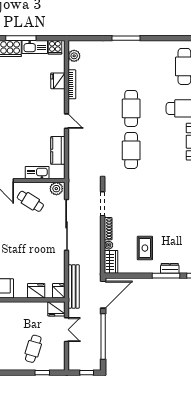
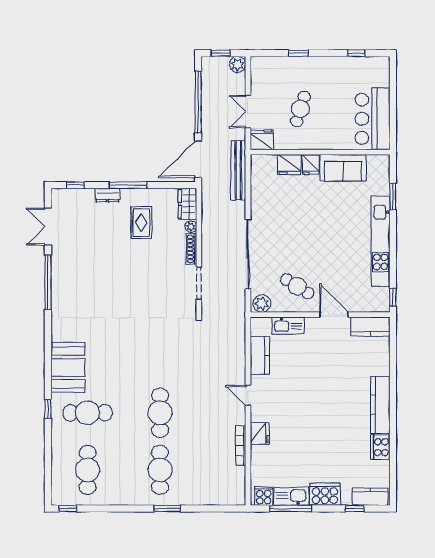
window: (21, 38) -> (291, 509), moved
window: (126, 38) -> (167, 509), width x0.69
plant: (74, 56) -> (238, 64), moved
fridge: (58, 81) -> (260, 433), moved
cafe table: (131, 150) -> (160, 470), moved
window: (166, 276) -> (128, 185), moved
fridge: (59, 291) -> (311, 164), moved
cafe table: (33, 349) -> (300, 109), moved
window: (42, 373) -> (298, 53), moved

